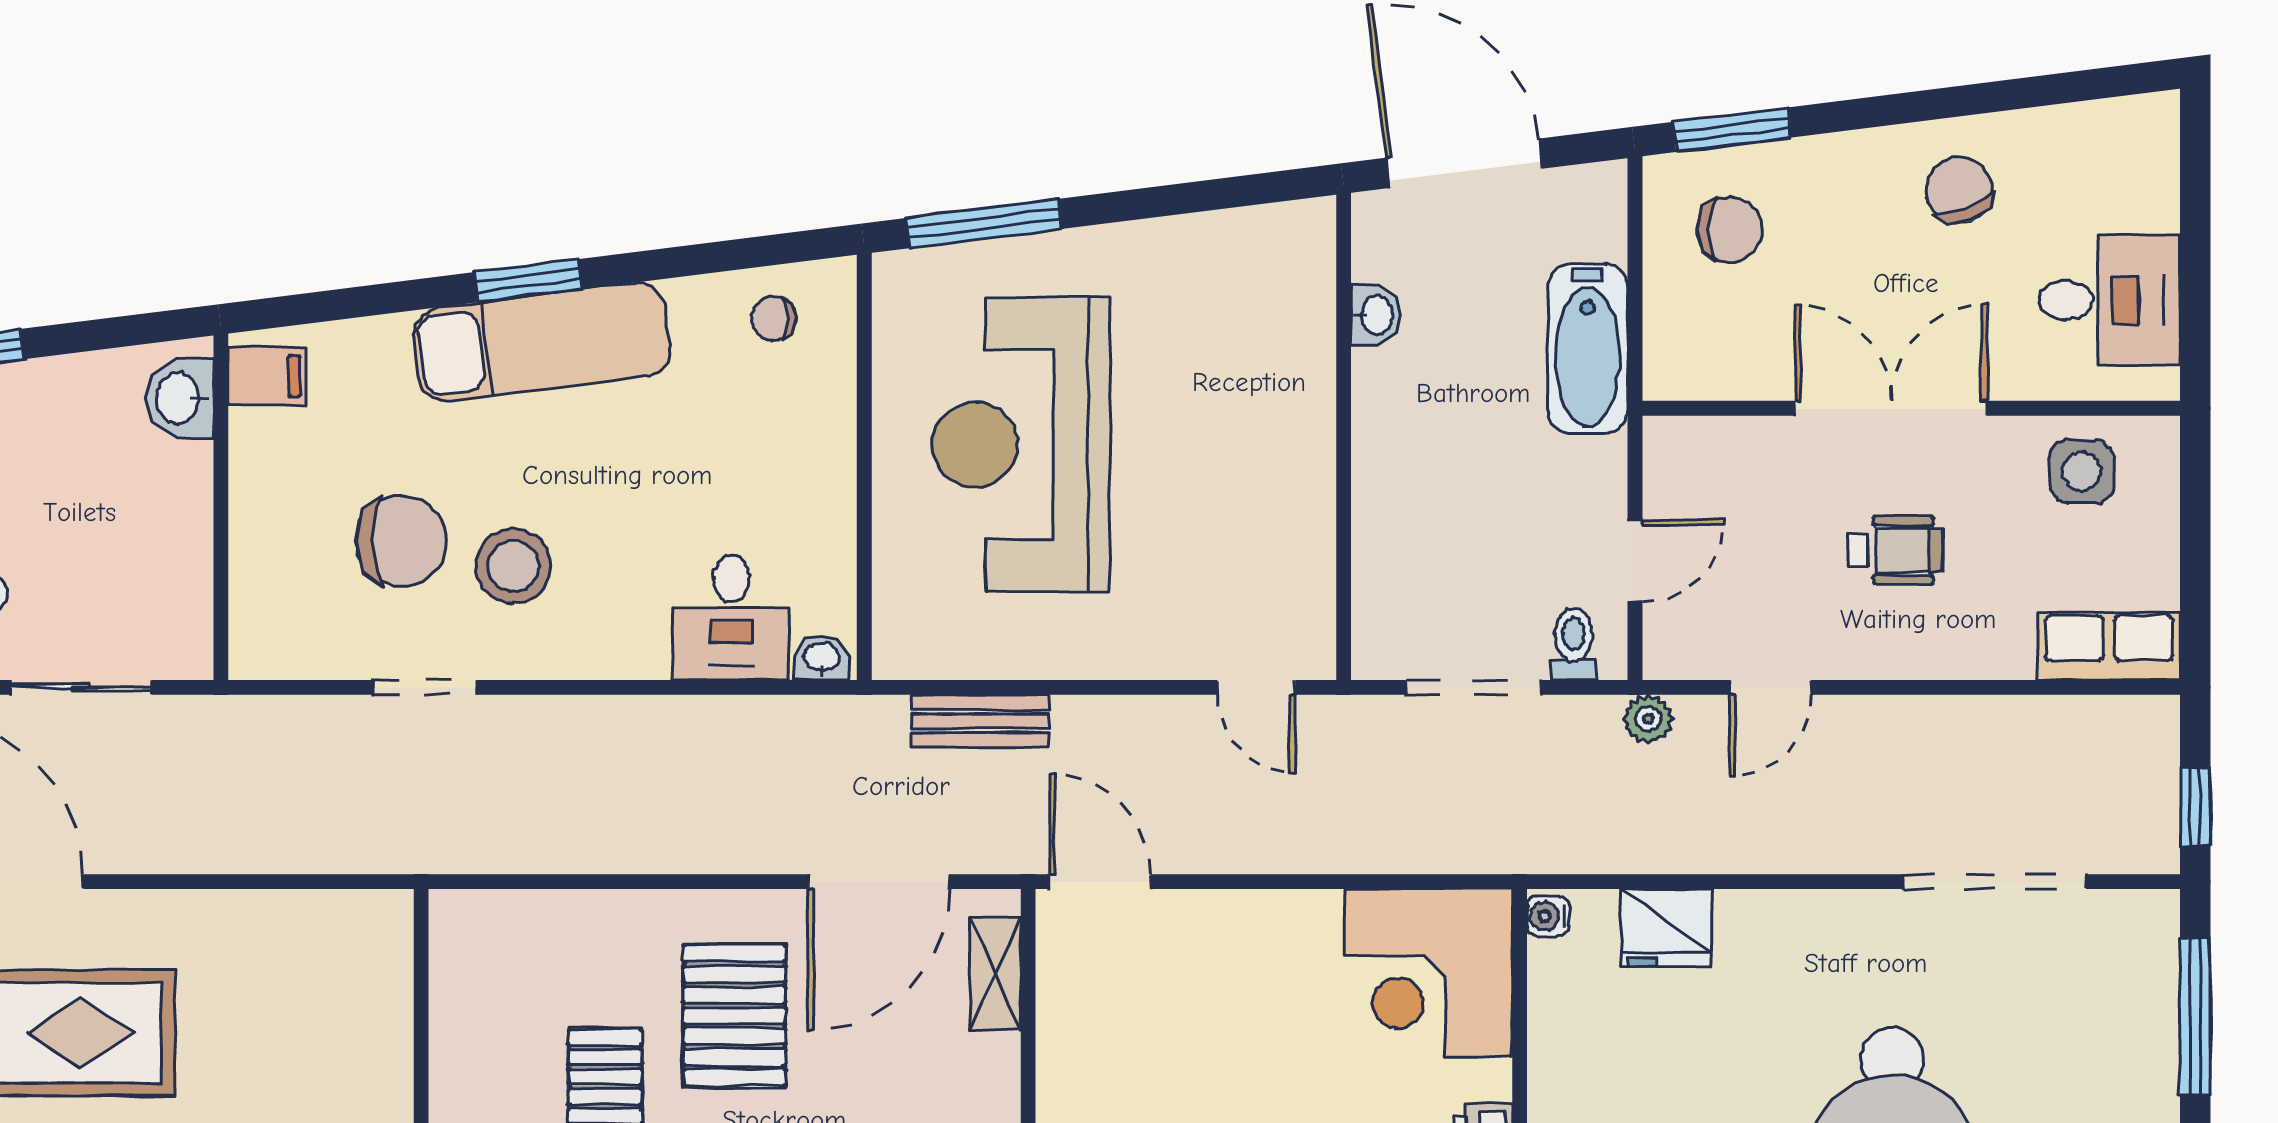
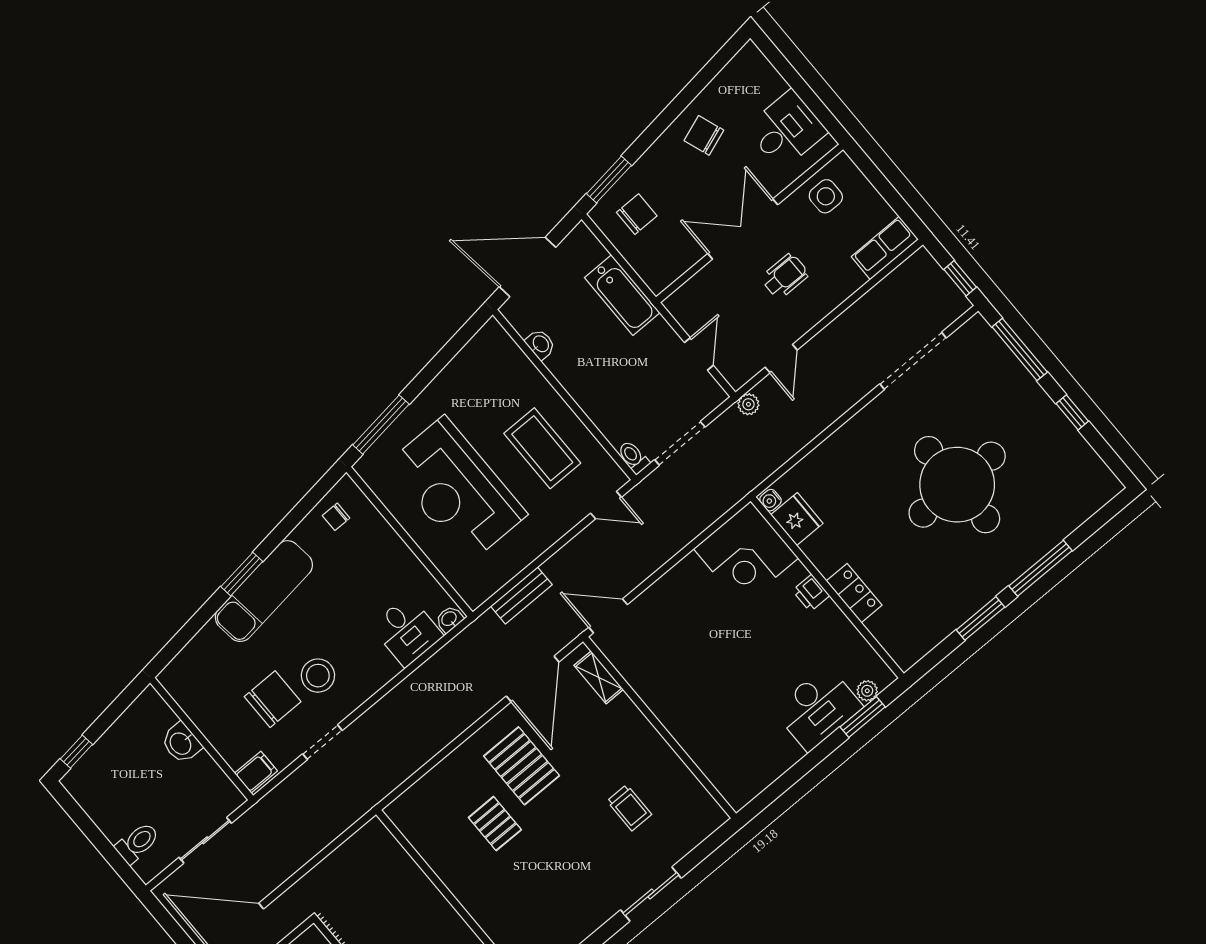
filing cabinet: (267, 376) -> (256, 772), moved
washbasin: (180, 398) -> (181, 743), moved
coffee table: (1229, 497) -> (542, 448), added
toilet: (1573, 644) -> (633, 457), moved
fridge: (1666, 928) -> (797, 519), moved, turned -90

